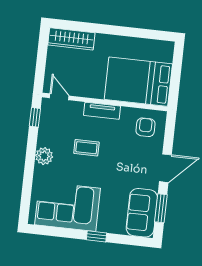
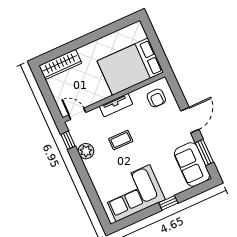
armchair: (146, 127) -> (156, 98), turned 180
plant: (44, 156) -> (86, 151), moved

